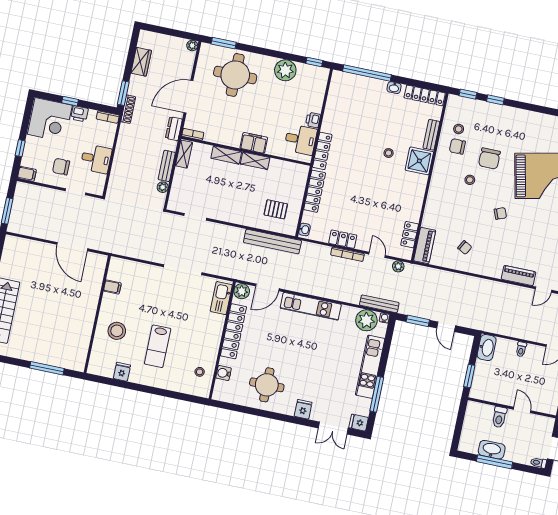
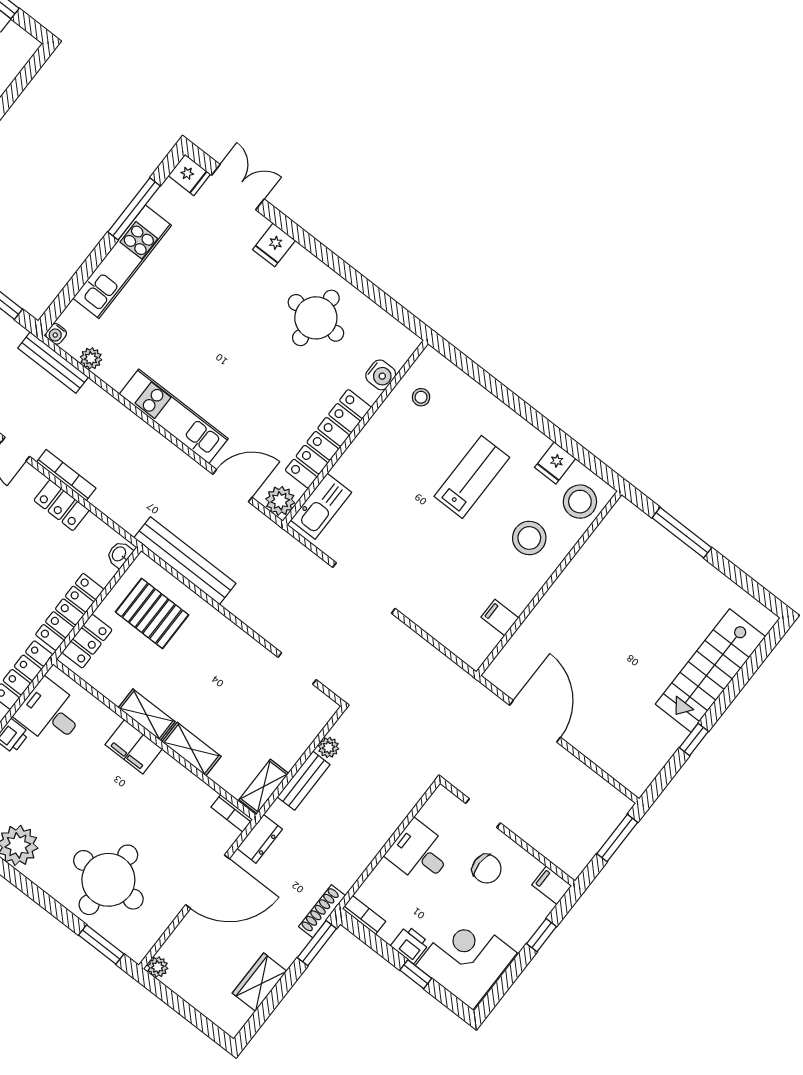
locker: (300, 182) -> (87, 641), added
pallet: (276, 209) -> (152, 613), width x1.50, depth x1.42
plant: (366, 320) -> (91, 358), width x0.53, depth x0.53
stool: (102, 359) -> (580, 502), added

